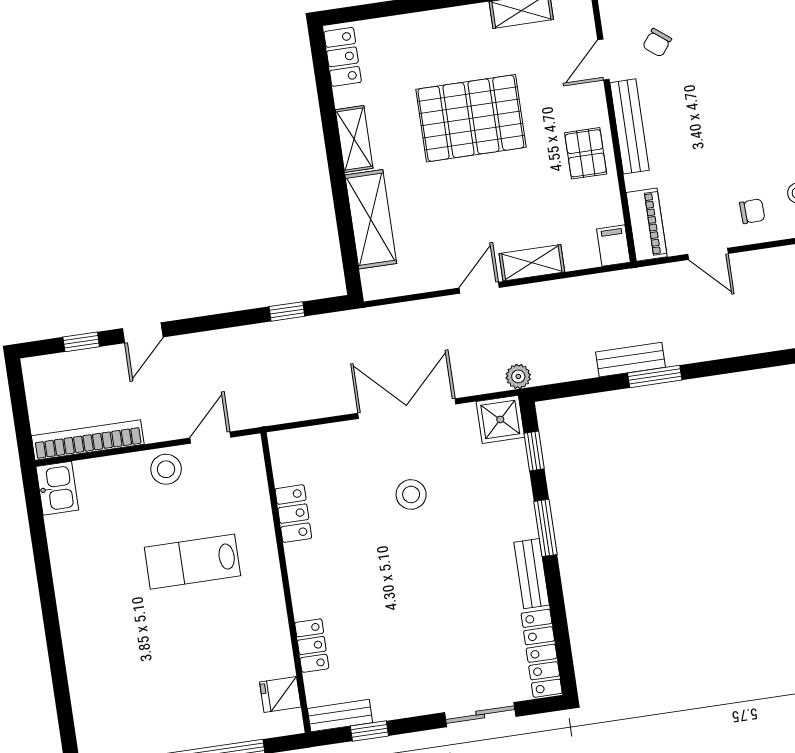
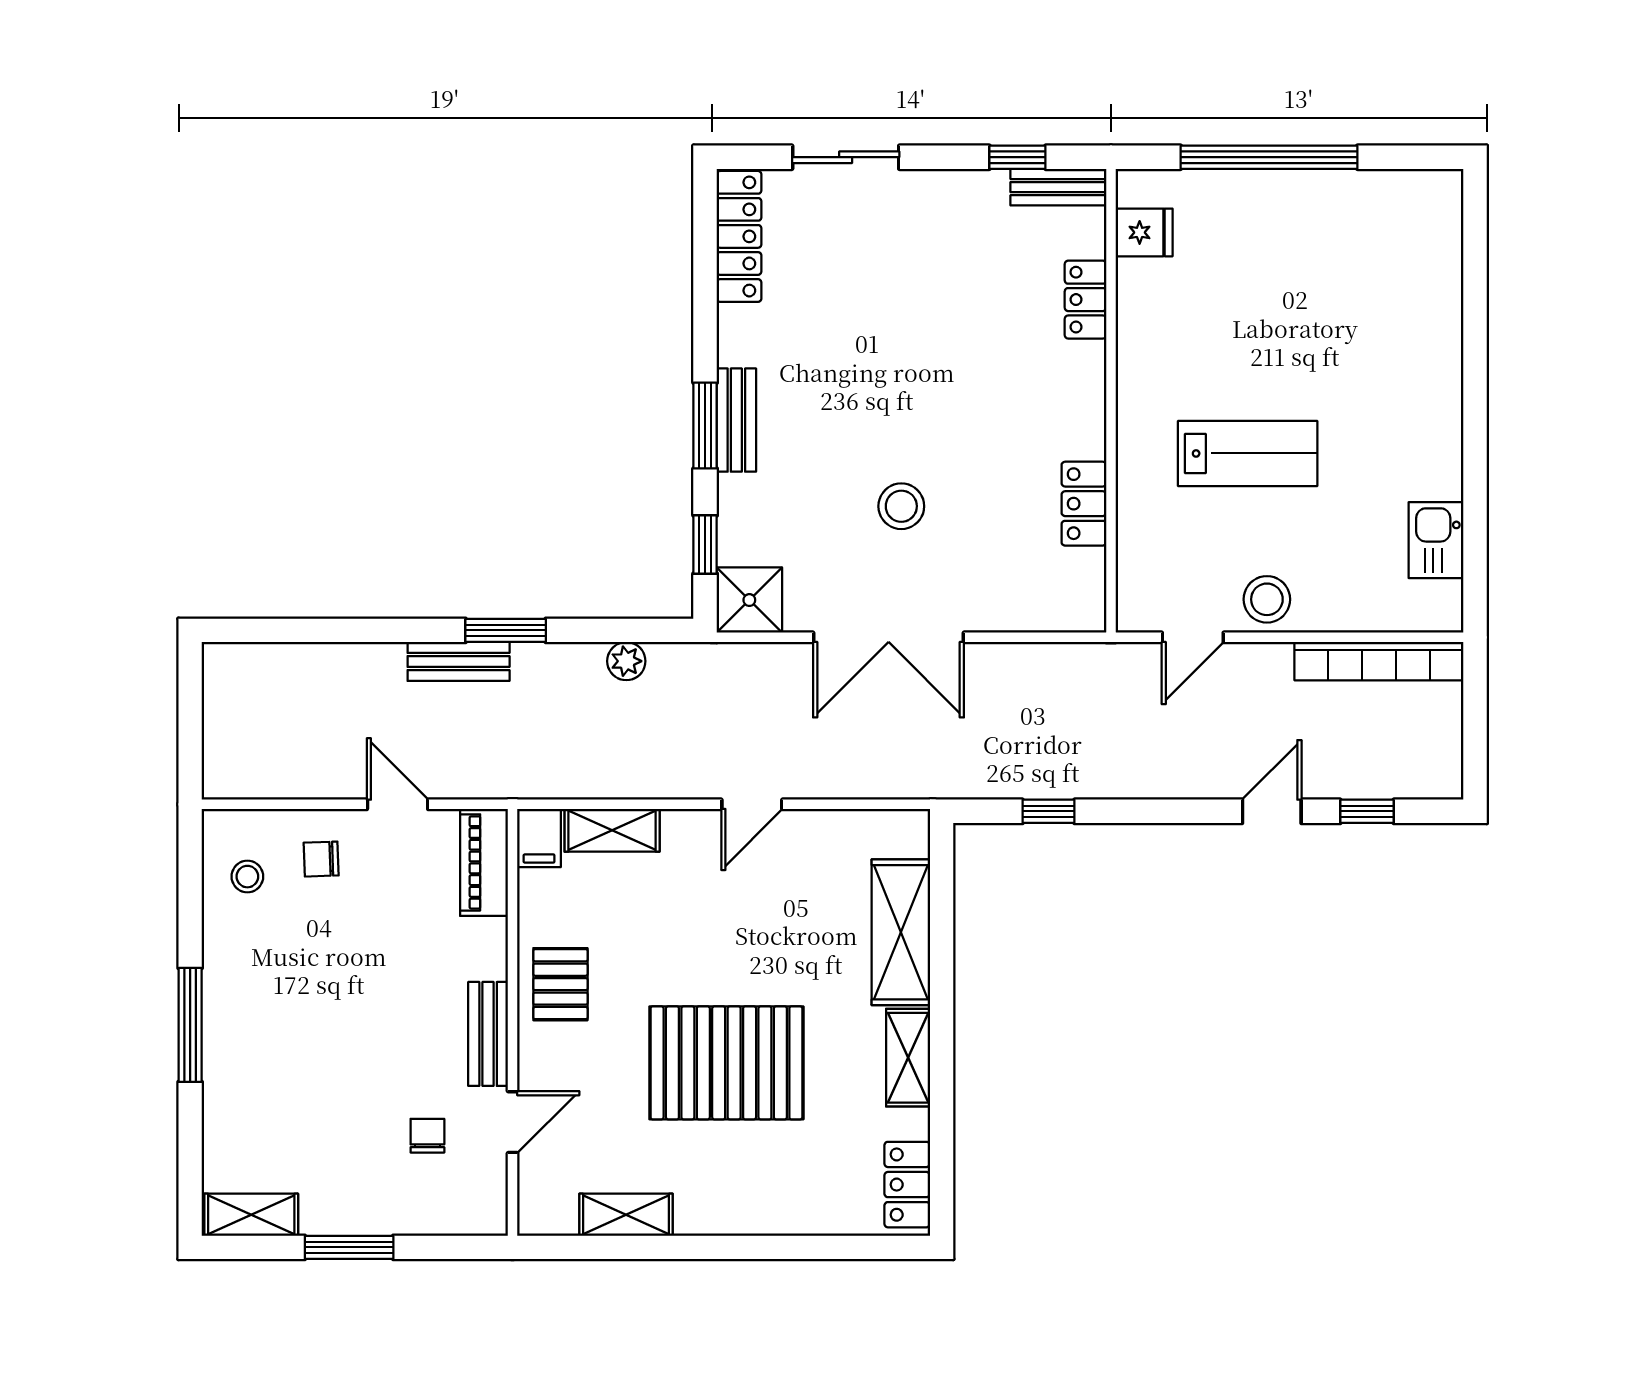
chair: (657, 43) -> (427, 1136), turned -38
bench: (629, 126) -> (488, 1034), width x0.73
shelving: (532, 263) -> (612, 830), moved
bench: (630, 360) -> (459, 661), moved
plant: (518, 376) -> (626, 661), moved
kitchen sink: (57, 488) -> (1436, 540), moved
bench: (532, 574) -> (736, 420), moved

